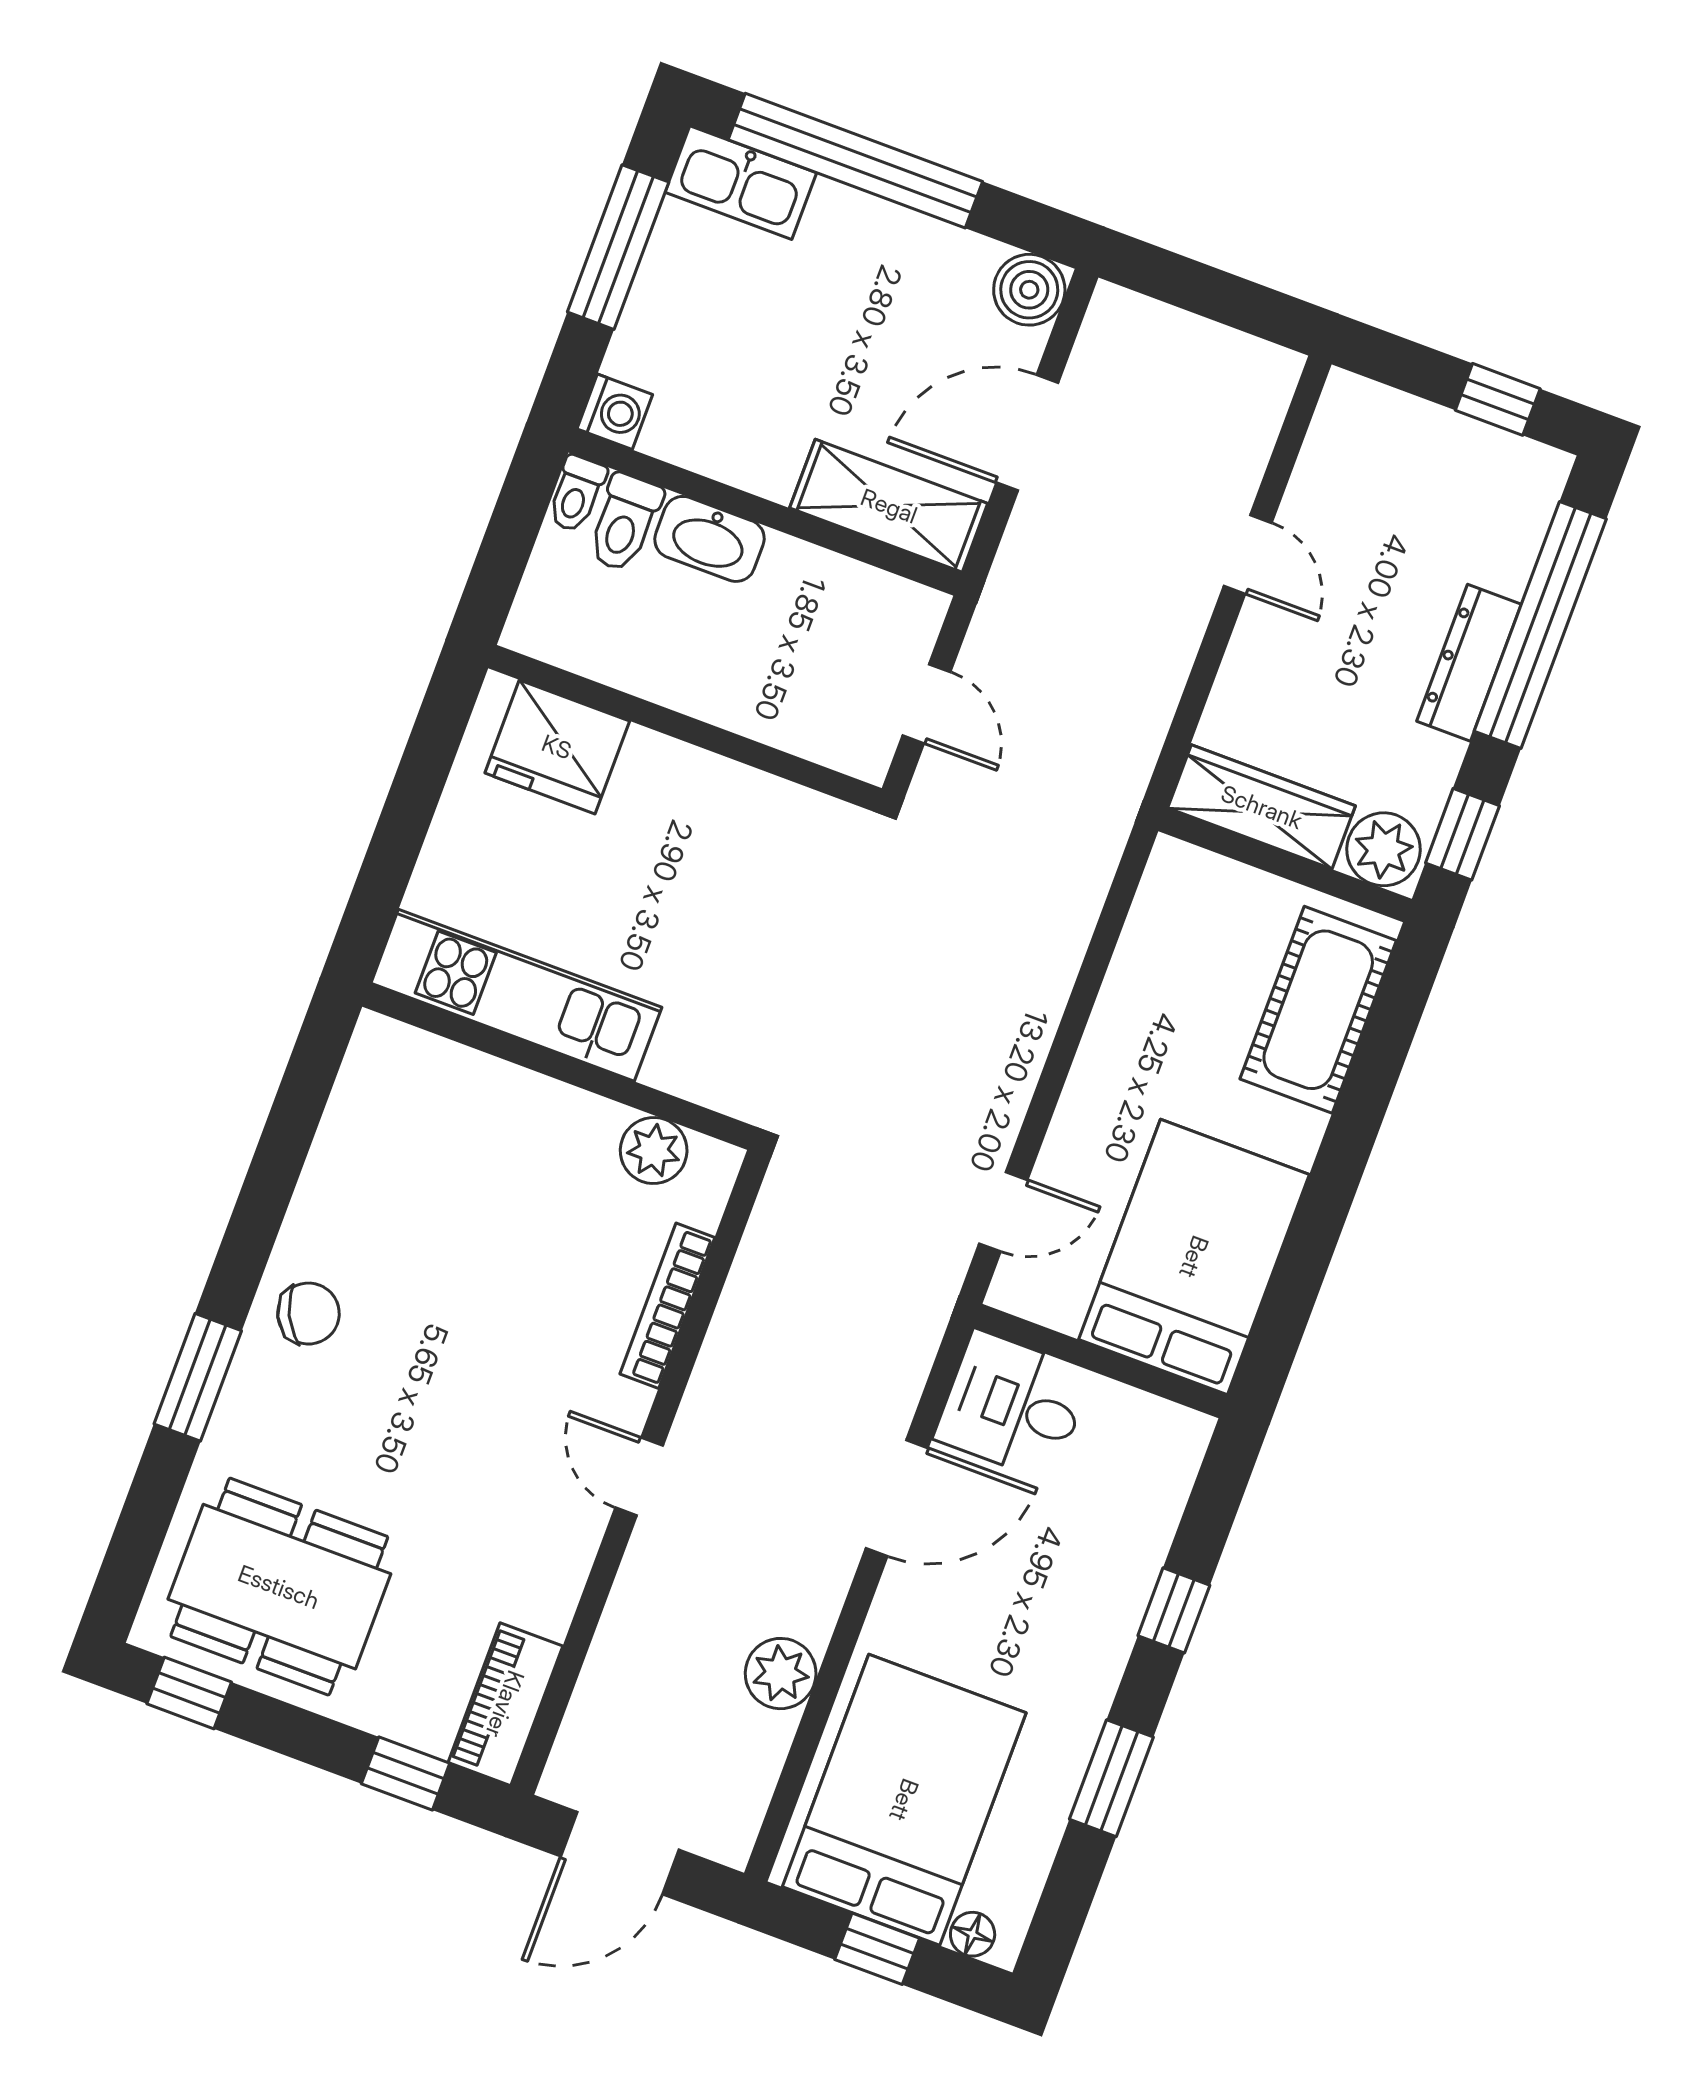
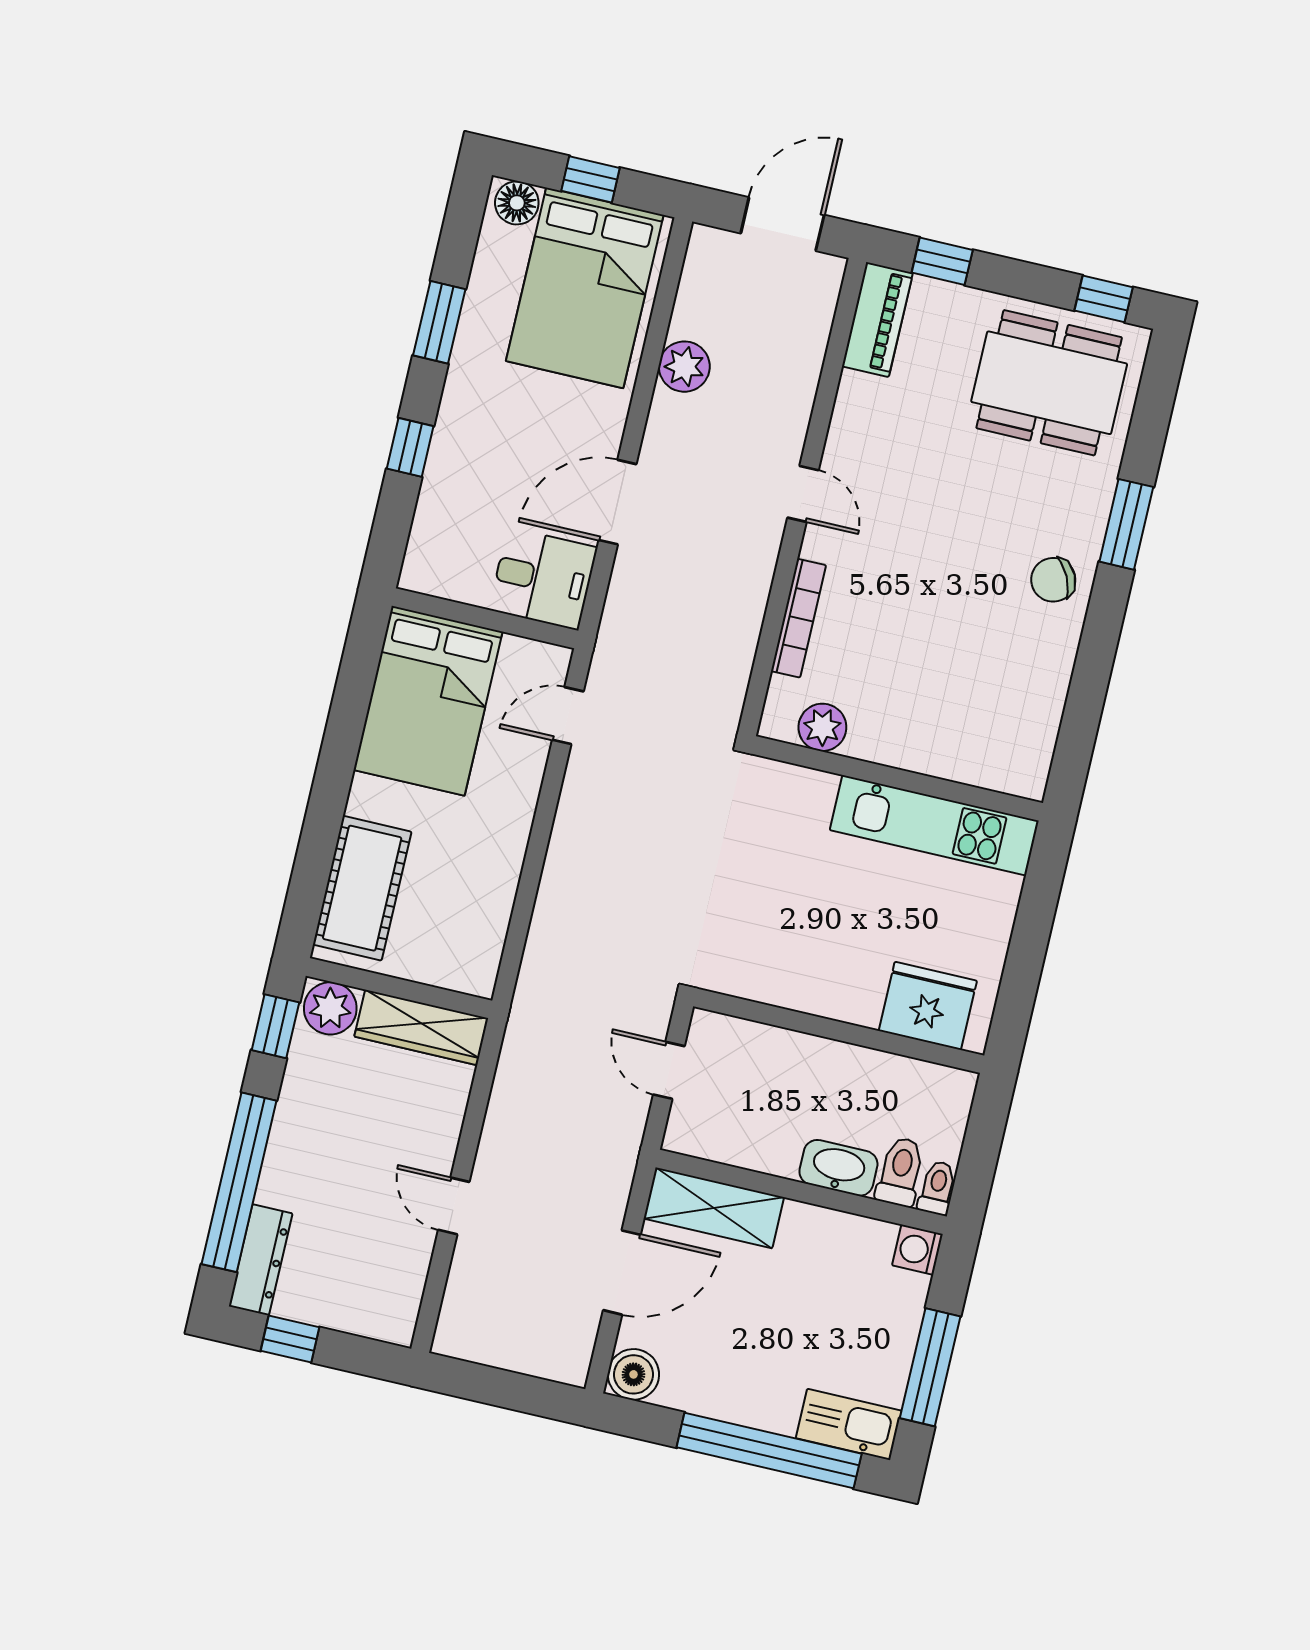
dresser: (1469, 663) -> (261, 1260), moved
floor lamp: (973, 1934) -> (517, 203), width x1.37, depth x1.37

